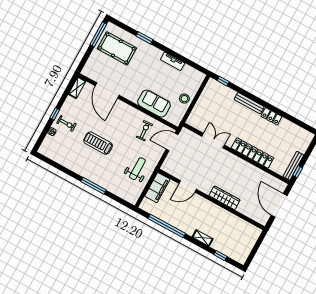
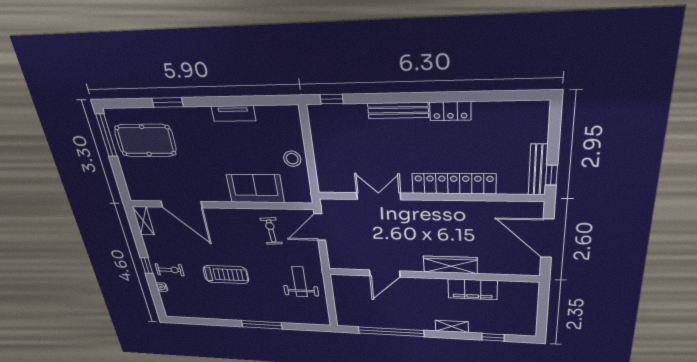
treadmill: (98, 143) -> (226, 275), turned 180
filing cabinet: (157, 188) -> (473, 289), moved, turned 90

